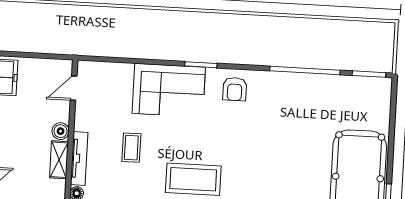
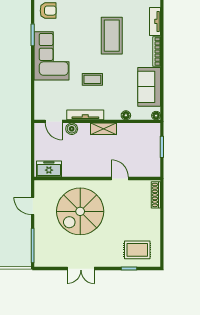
boiler: (61, 131) -> (72, 129), moved
tv unit: (79, 158) -> (85, 115), moved

